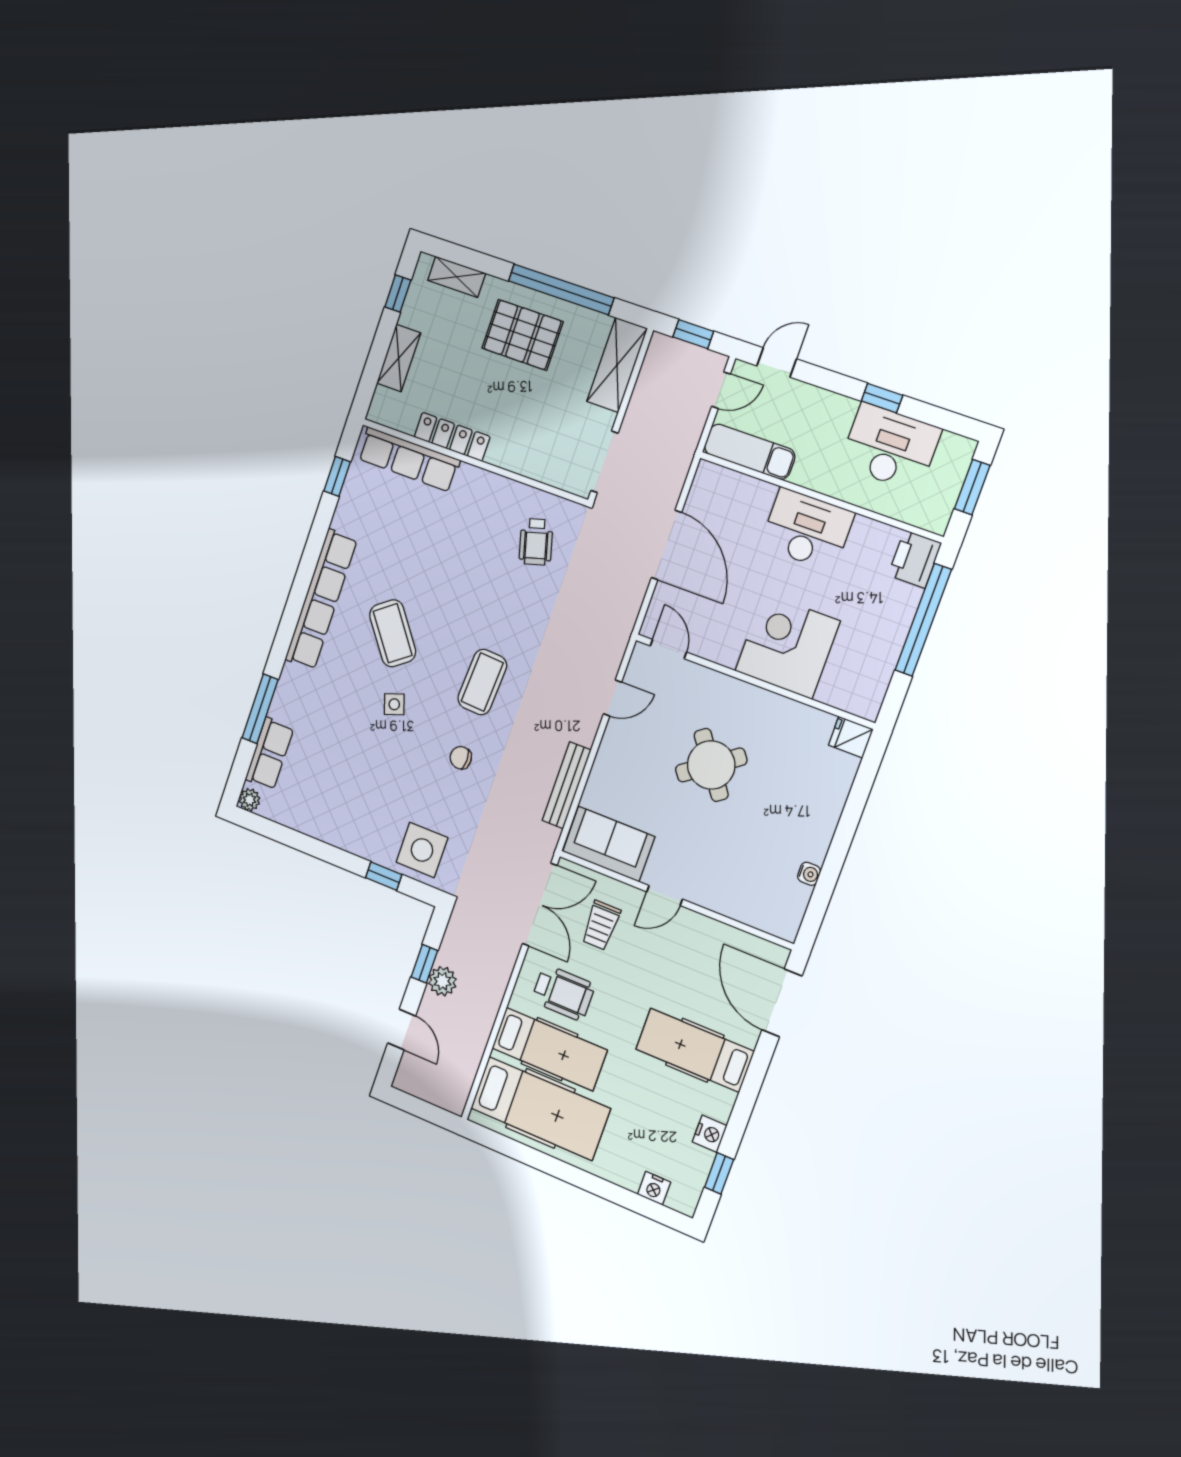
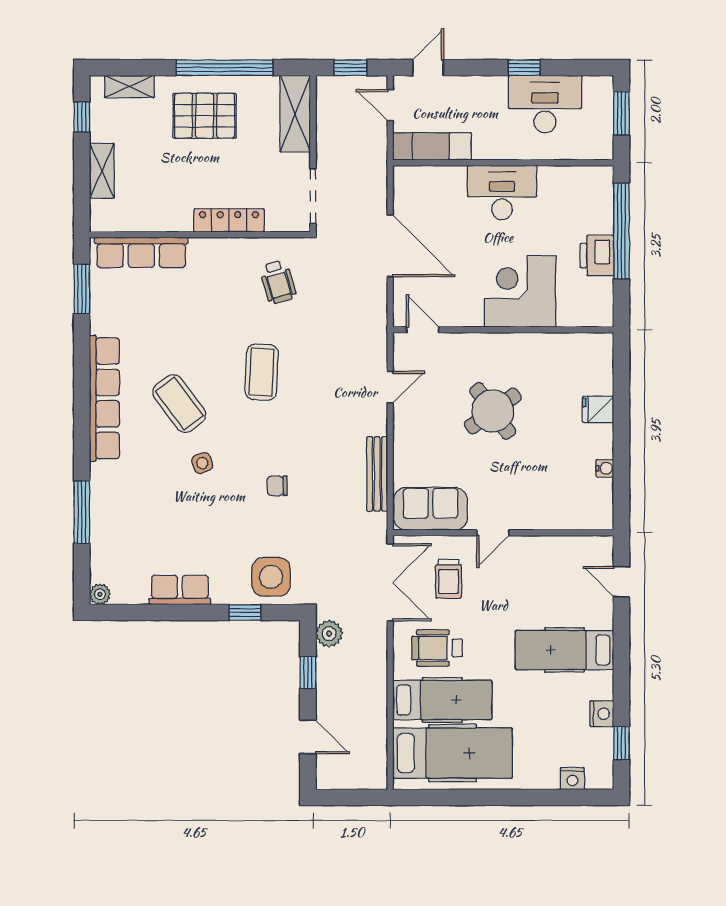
door: (721, 390) -> (390, 105), swing flipped
locker: (452, 437) -> (229, 220), moved
window: (337, 476) -> (82, 289), width x1.50
printer: (915, 559) -> (597, 256), moved
coffee table: (482, 682) -> (262, 372), moved
fridge: (851, 737) -> (598, 409), moved
row of seats: (270, 754) -> (180, 590), moved, turned -90
plant: (442, 981) -> (329, 634), moved
wheelchair: (563, 993) -> (437, 648), turned 180
door: (782, 1003) -> (621, 582), width x0.53

